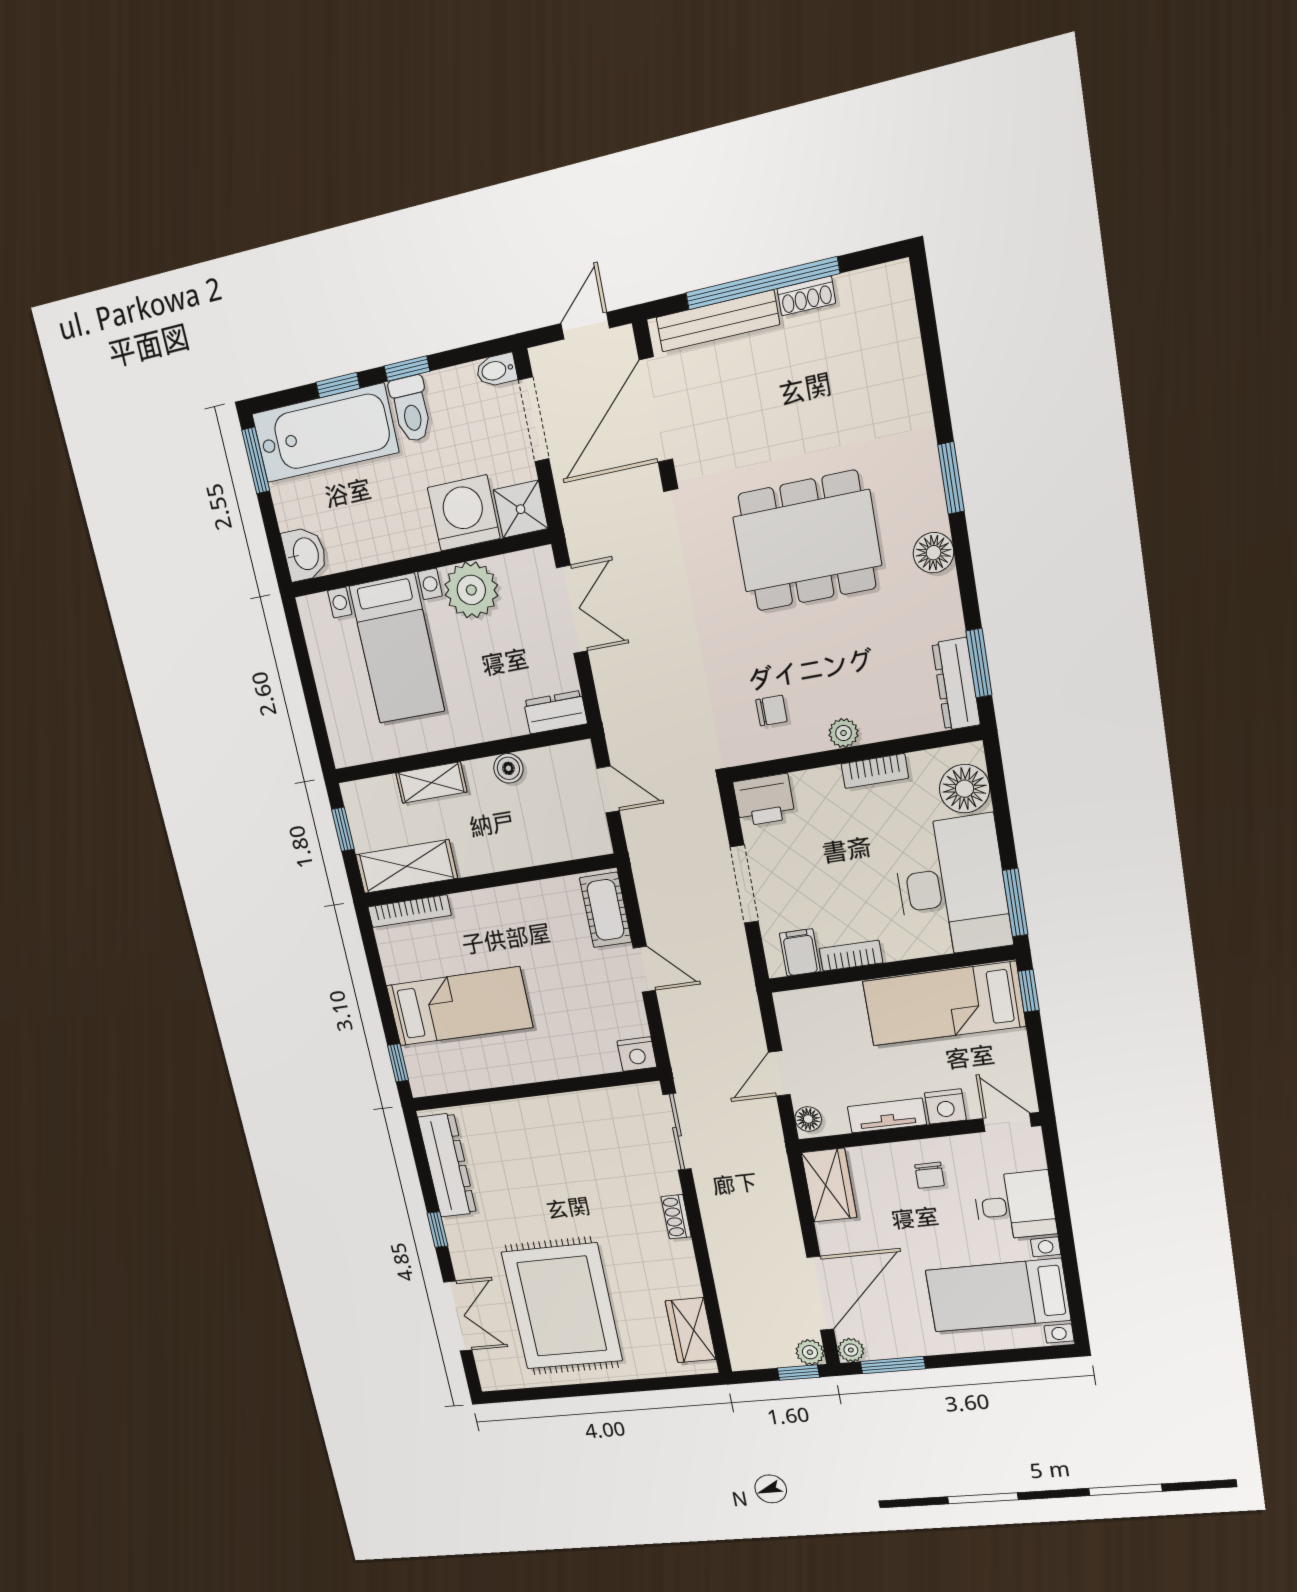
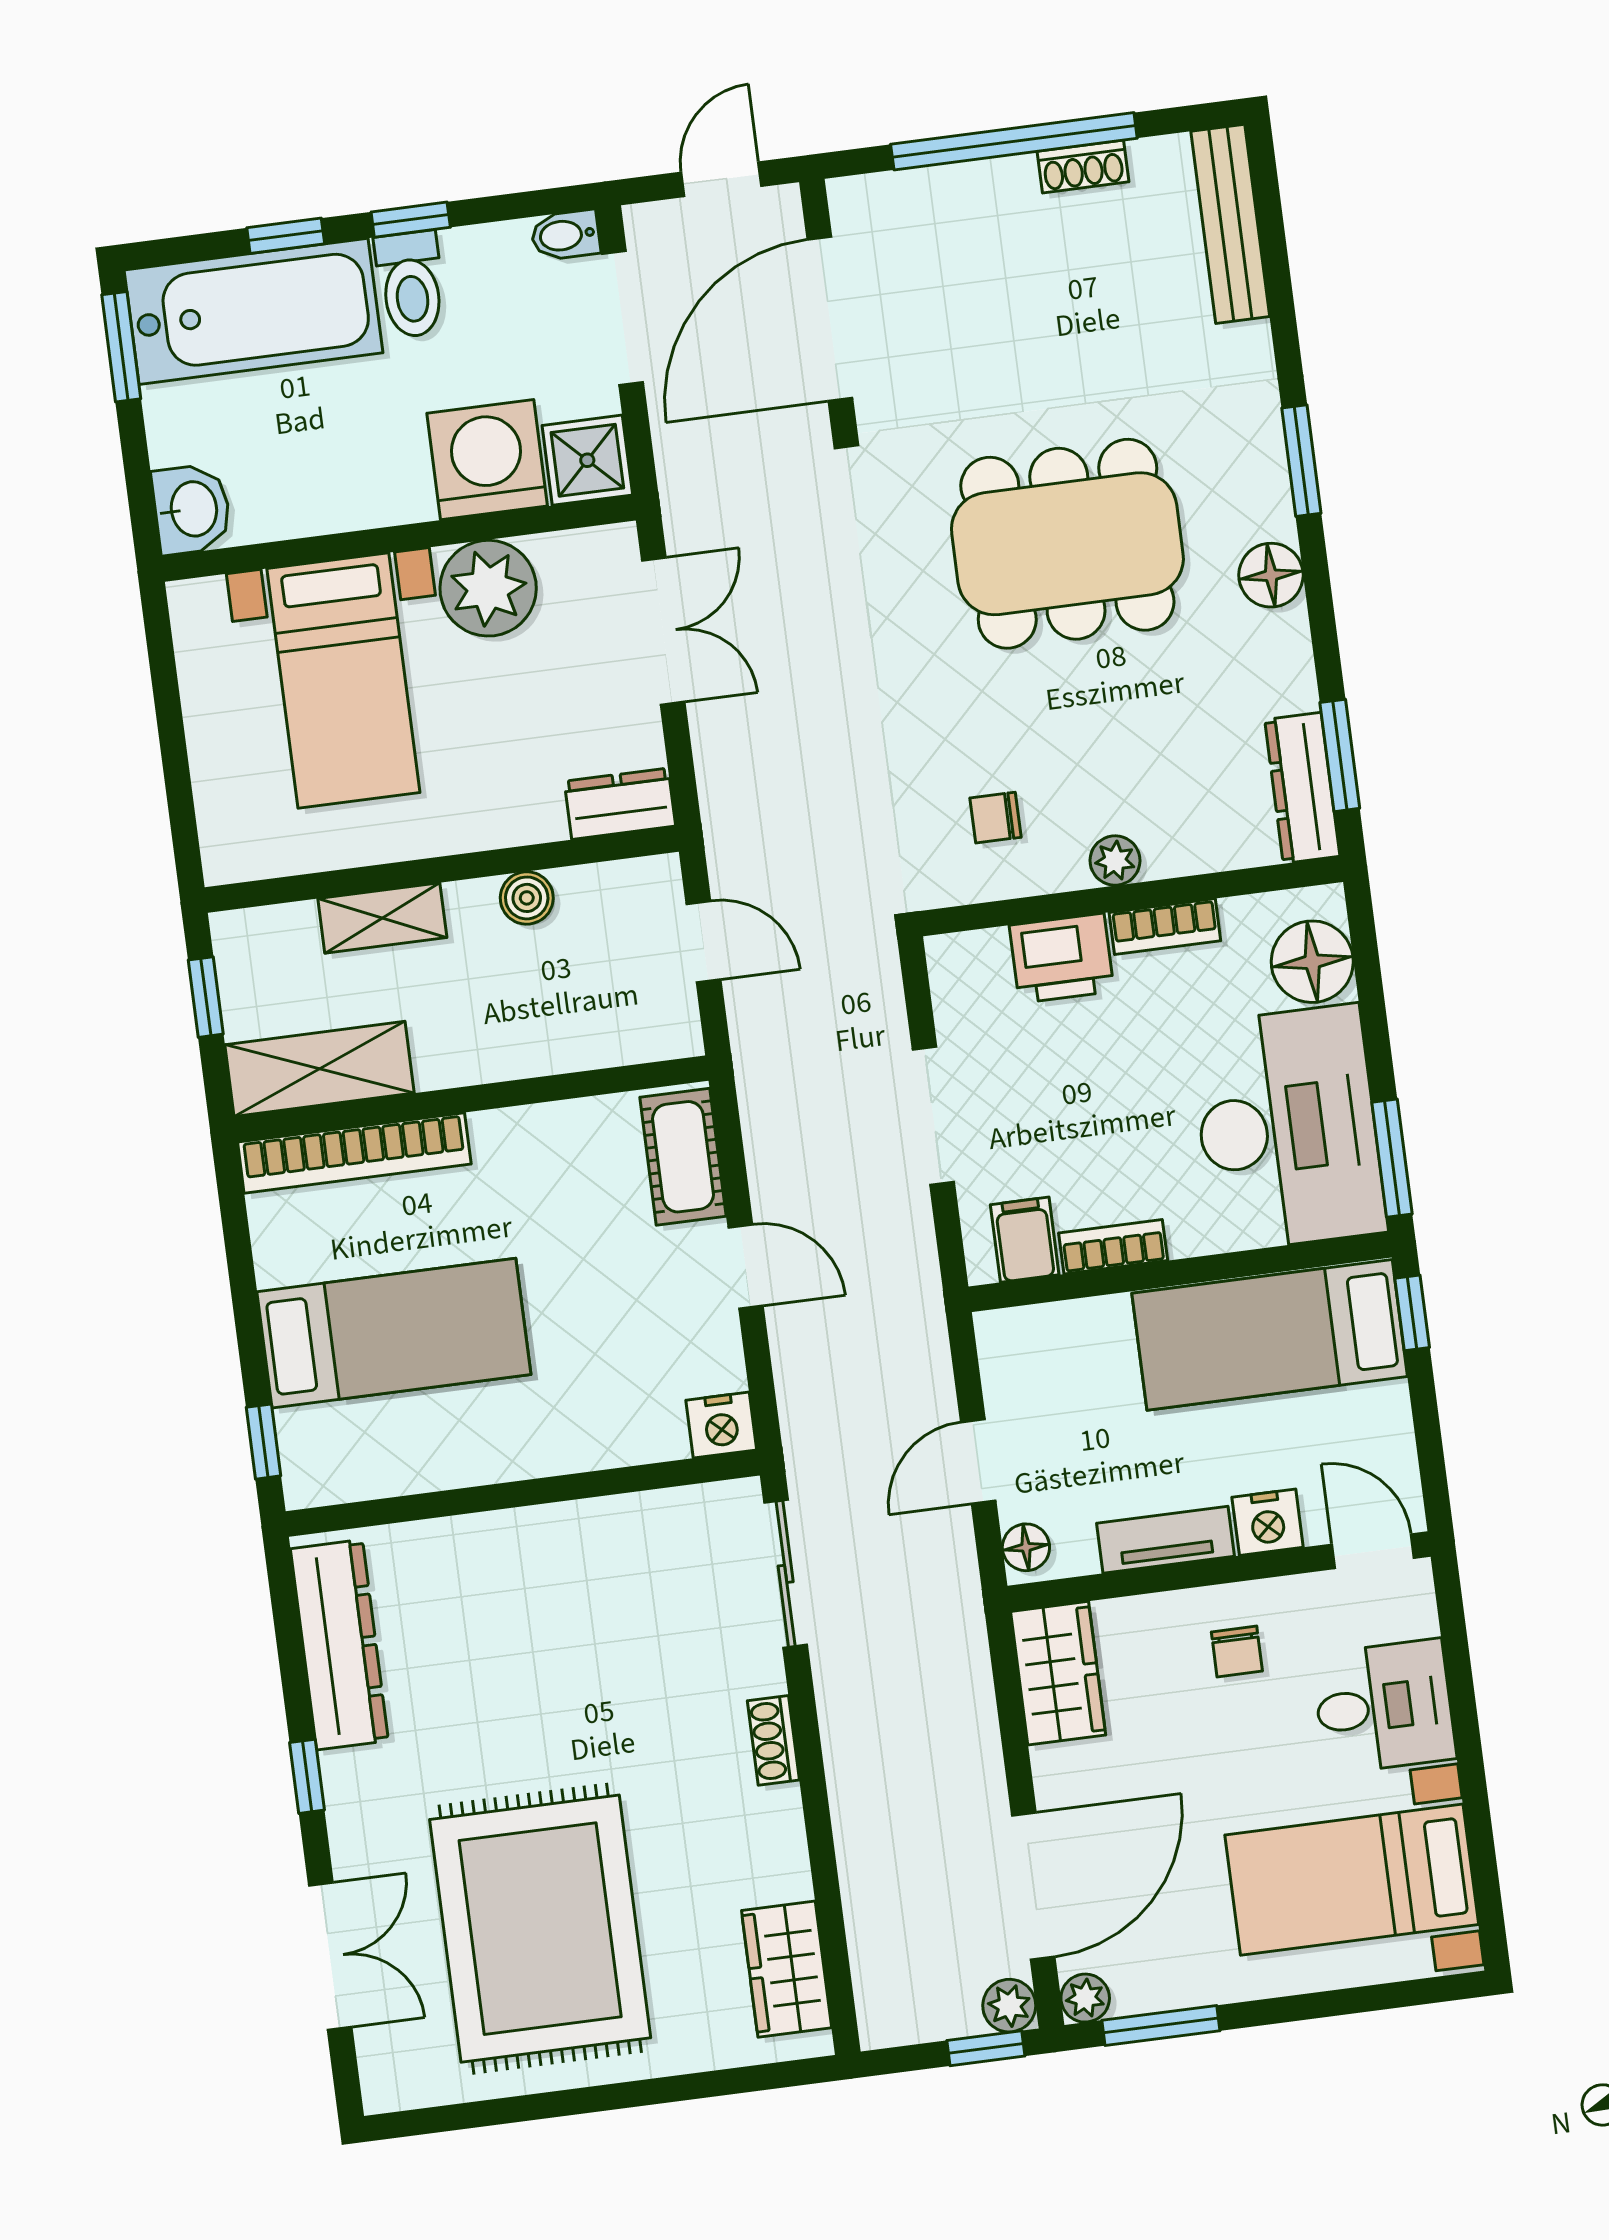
bench: (718, 321) -> (1230, 224), moved, turned 90
chair: (771, 711) -> (995, 818), turned 180
printer: (764, 800) -> (1062, 958), moved
bookcase: (410, 911) -> (354, 1153), width x1.48, depth x1.31

